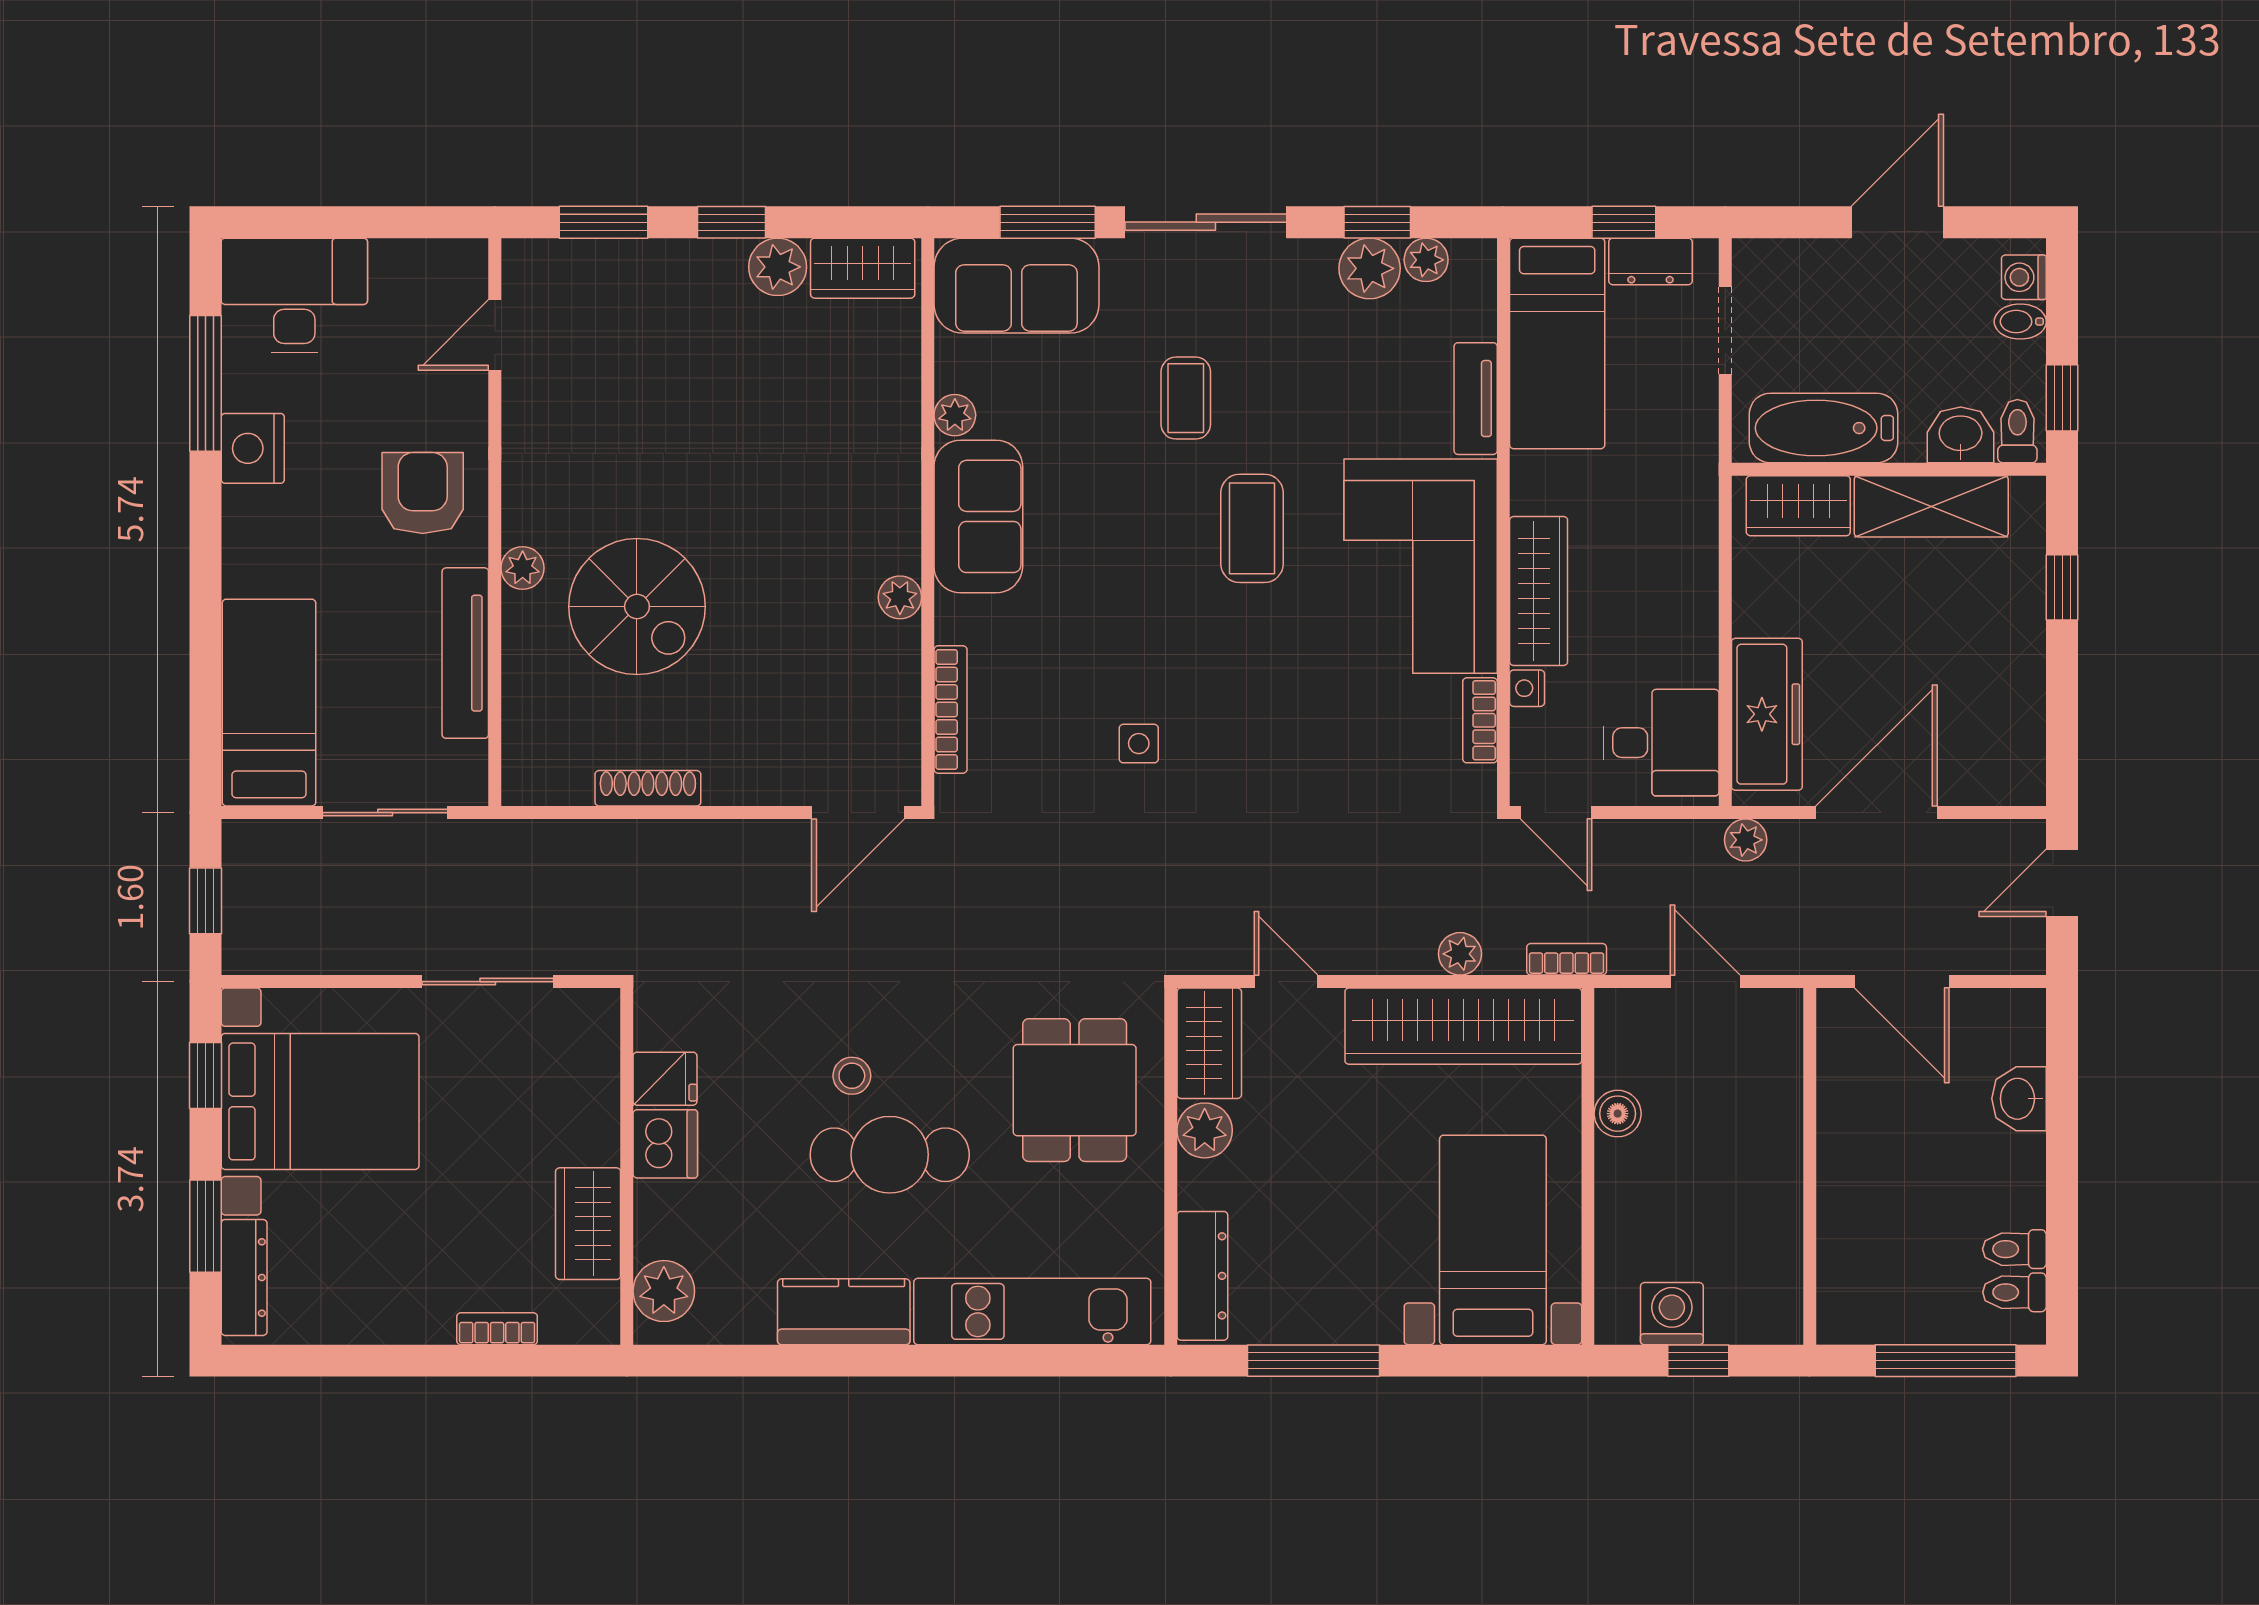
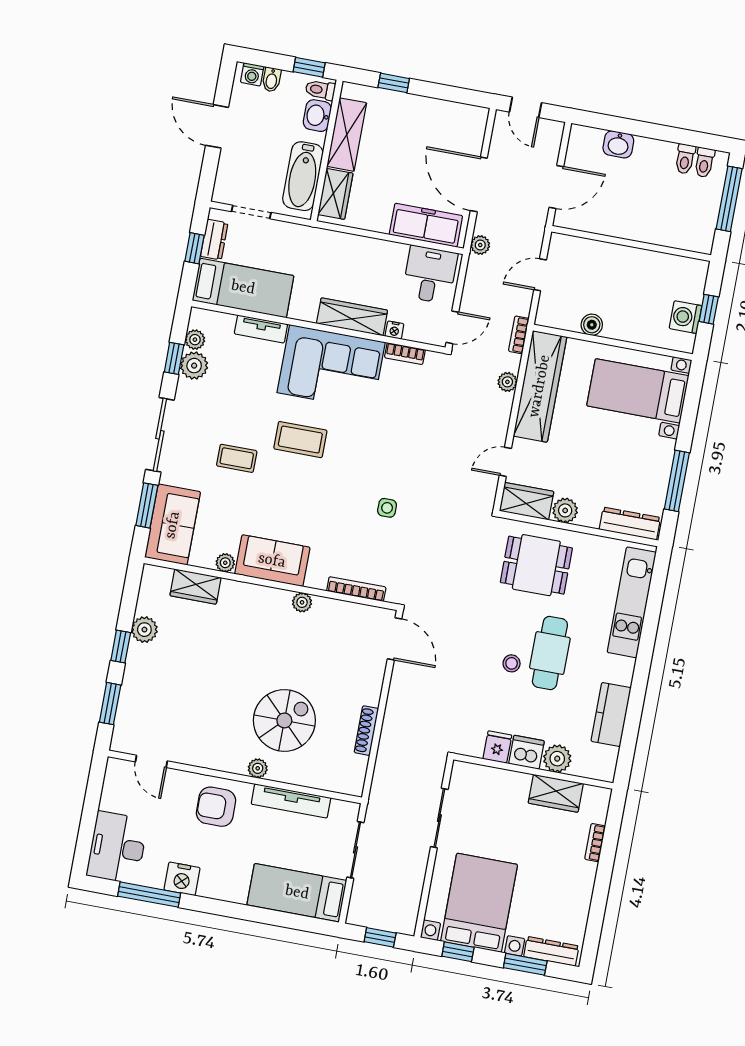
wardrobe: (863, 268) -> (196, 587), moved, turned 90
plant: (664, 1291) -> (557, 759), moved
kitchen counter: (844, 1312) -> (611, 715), moved

